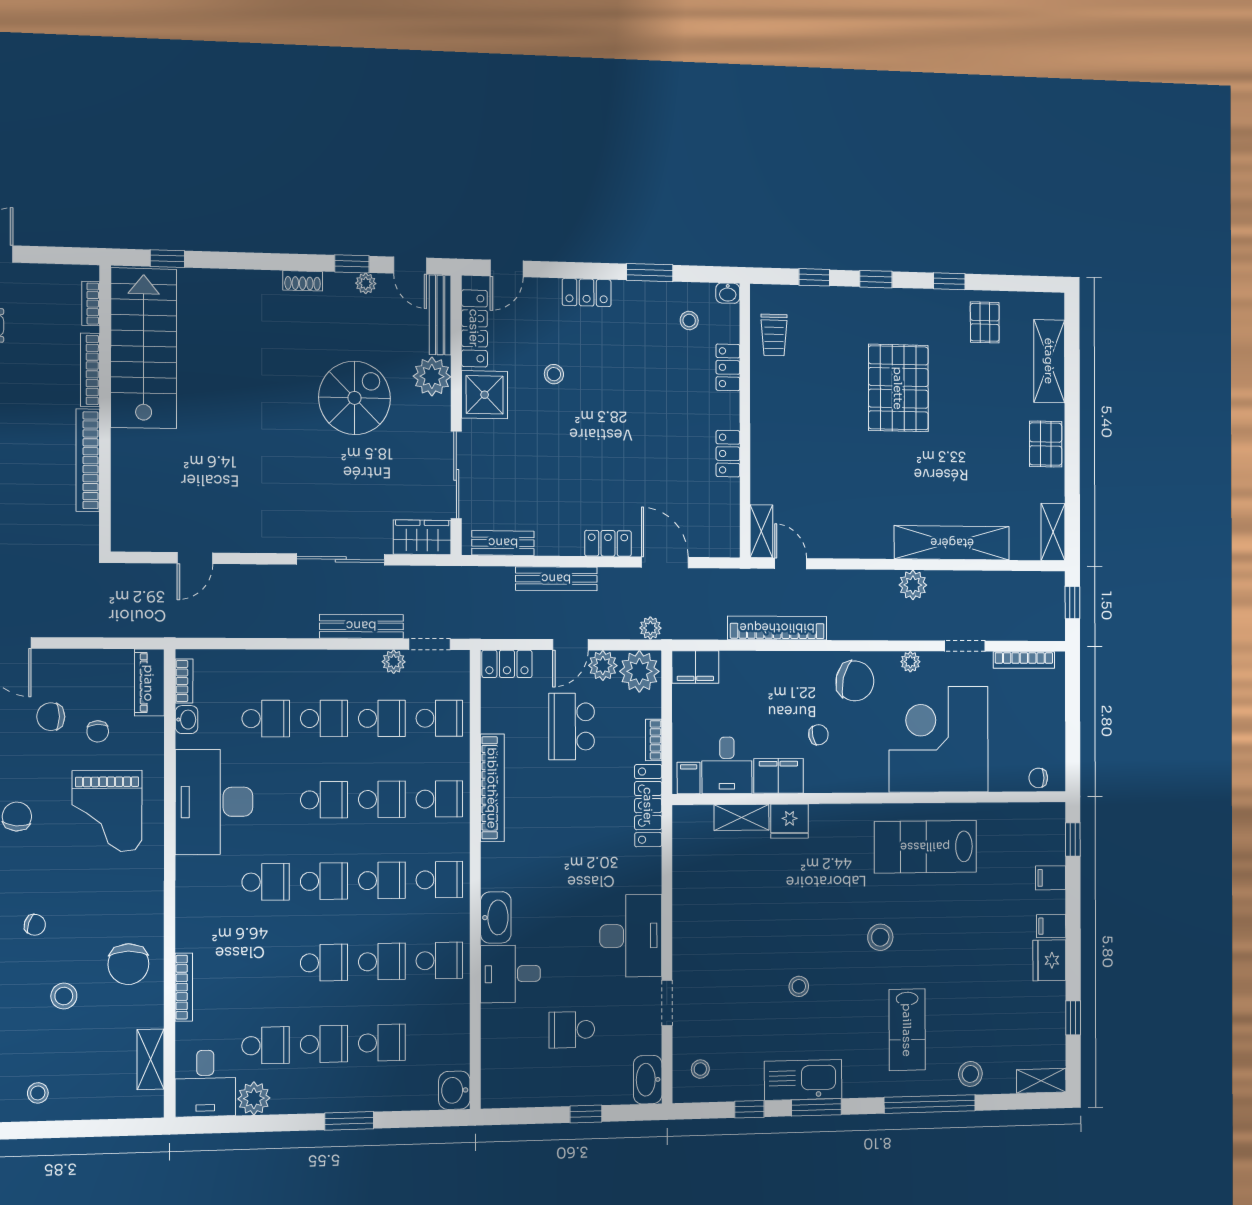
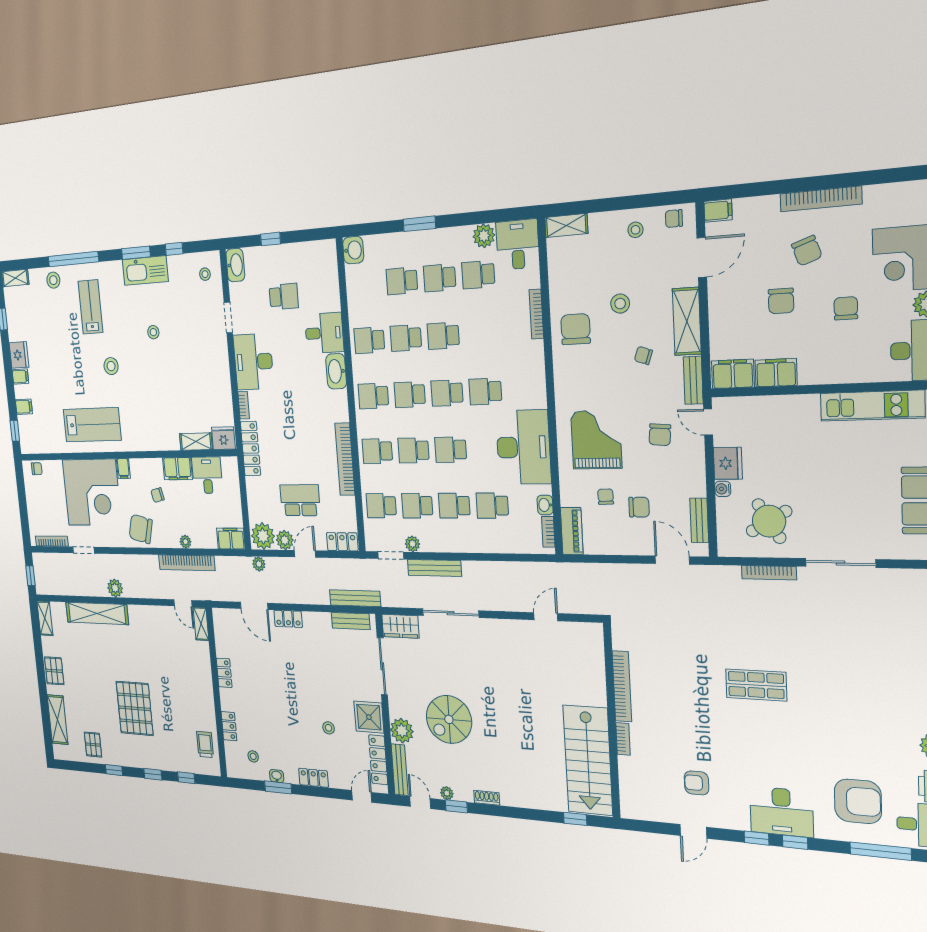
washbasin: (728, 293) -> (277, 776), moved
bookcase: (91, 304) -> (625, 793), removed
bookcase: (90, 370) -> (623, 739), width x0.64
bench: (556, 579) -> (355, 598), moved
plant: (910, 662) -> (185, 542), moved
school desk: (572, 726) -> (300, 500), turned -90
bookcase: (654, 740) -> (244, 405), moved
filing cabinet: (689, 778) -> (123, 469), moved
fridge: (790, 821) -> (223, 438), moved
shelving: (150, 1059) -> (566, 225), moved, turned 90

